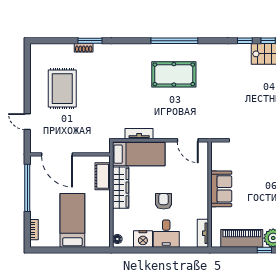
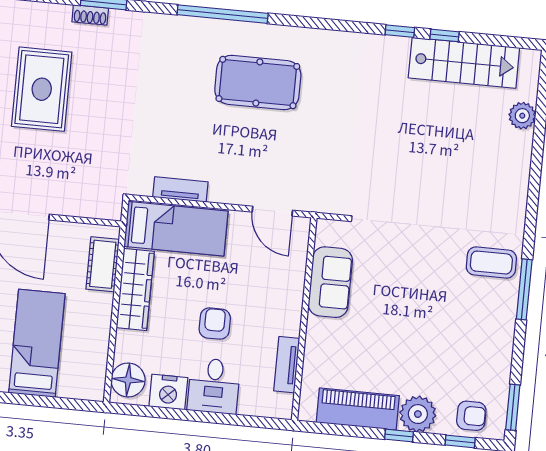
window: (174, 41) -> (223, 14), moved
sofa: (221, 189) -> (330, 282), moved
tv unit: (203, 233) -> (287, 365), moved
floor lamp: (117, 239) -> (128, 380), width x1.89, depth x1.89

